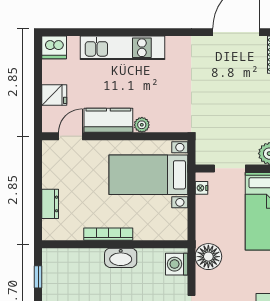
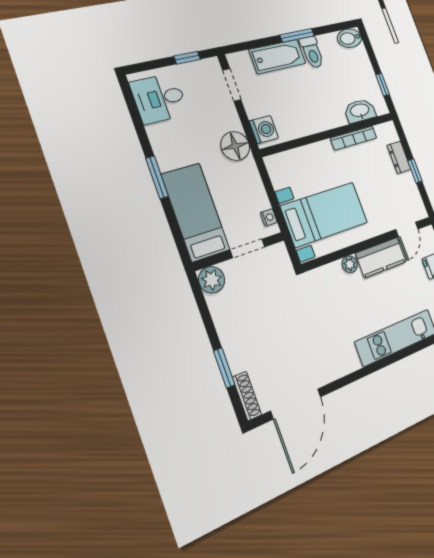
window: (38, 187) -> (415, 171), added
bookcase: (108, 234) -> (354, 138), moved
washbasin: (121, 258) -> (360, 111), moved

